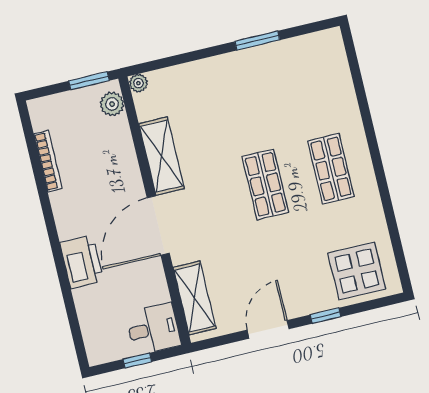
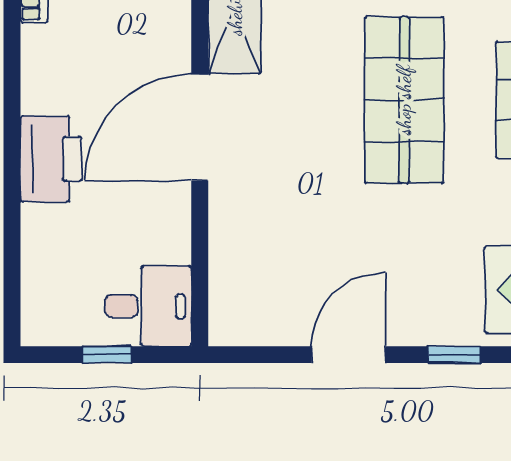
shop shelf: (265, 184) -> (404, 100), width x1.43, depth x1.36
shelving: (194, 298) -> (233, 269), removed

